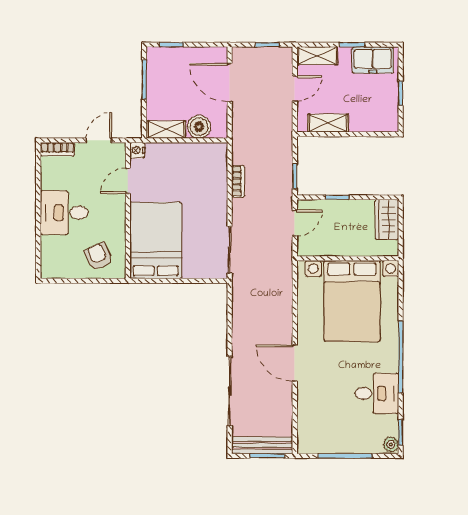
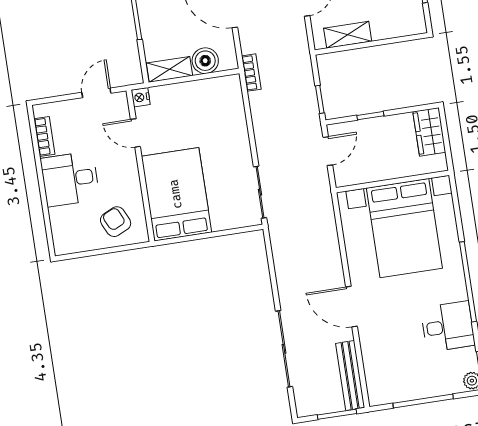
bookcase: (57, 149) -> (44, 136), moved, turned -90
door: (128, 181) -> (135, 133), hinge flipped
bookcase: (238, 181) -> (251, 73), moved
bench: (262, 445) -> (350, 375), moved, turned 90

